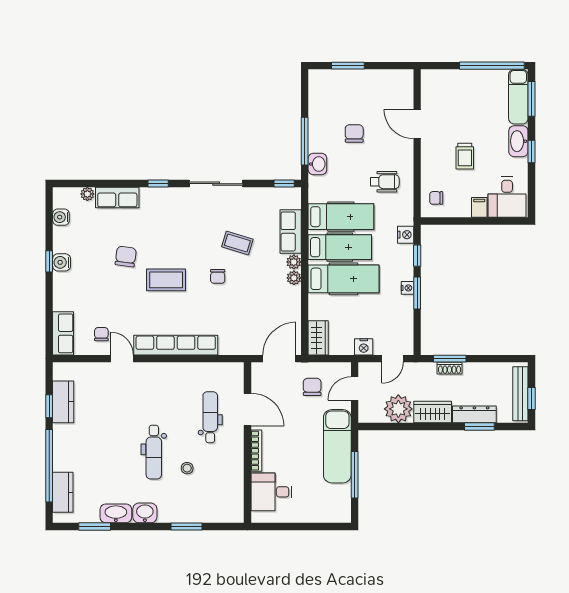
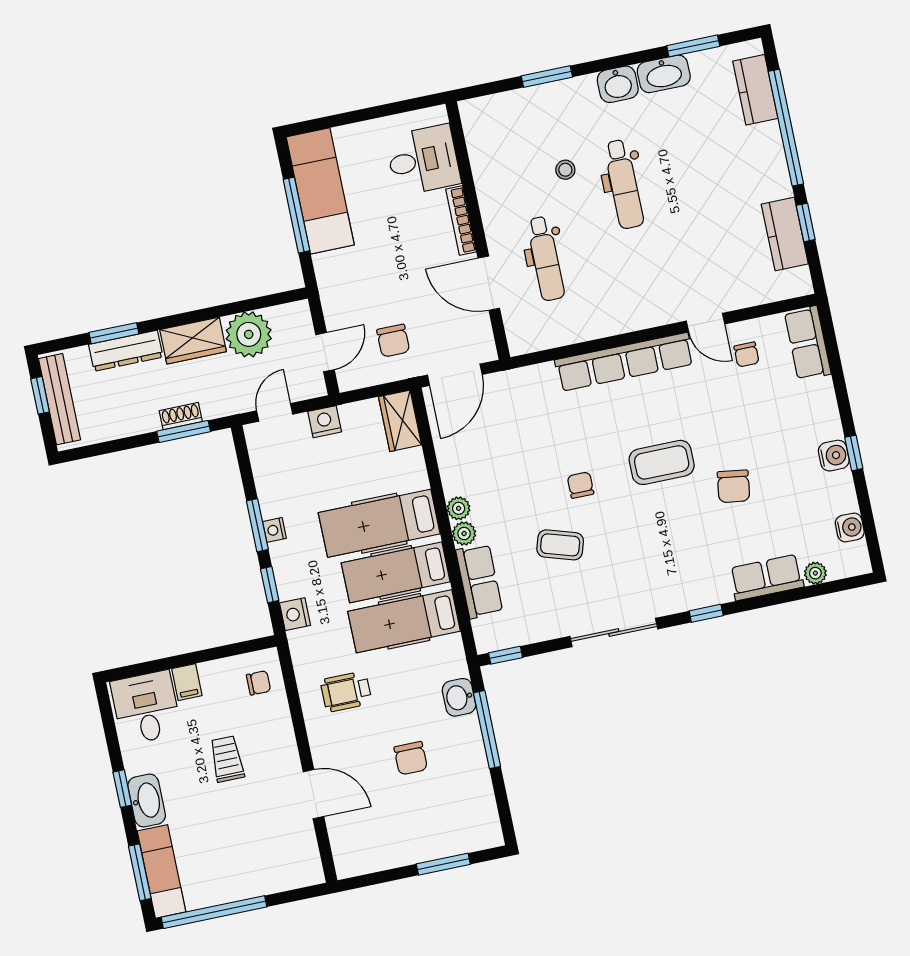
exam couch: (337, 446) -> (320, 191), moved
dental chair: (154, 452) -> (624, 184), turned 180

